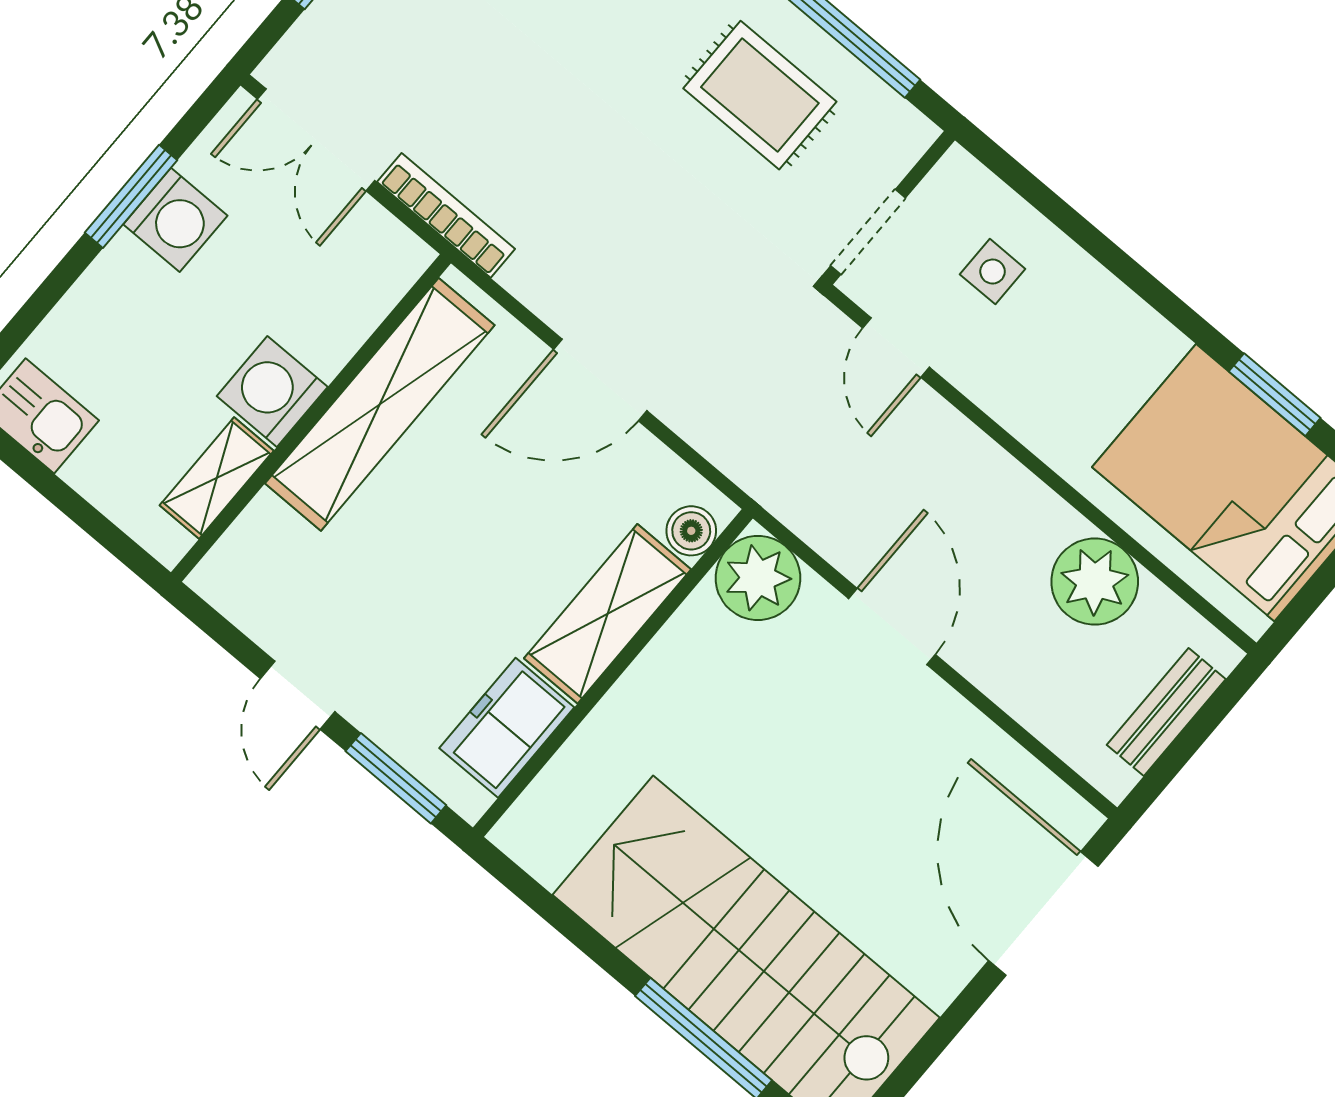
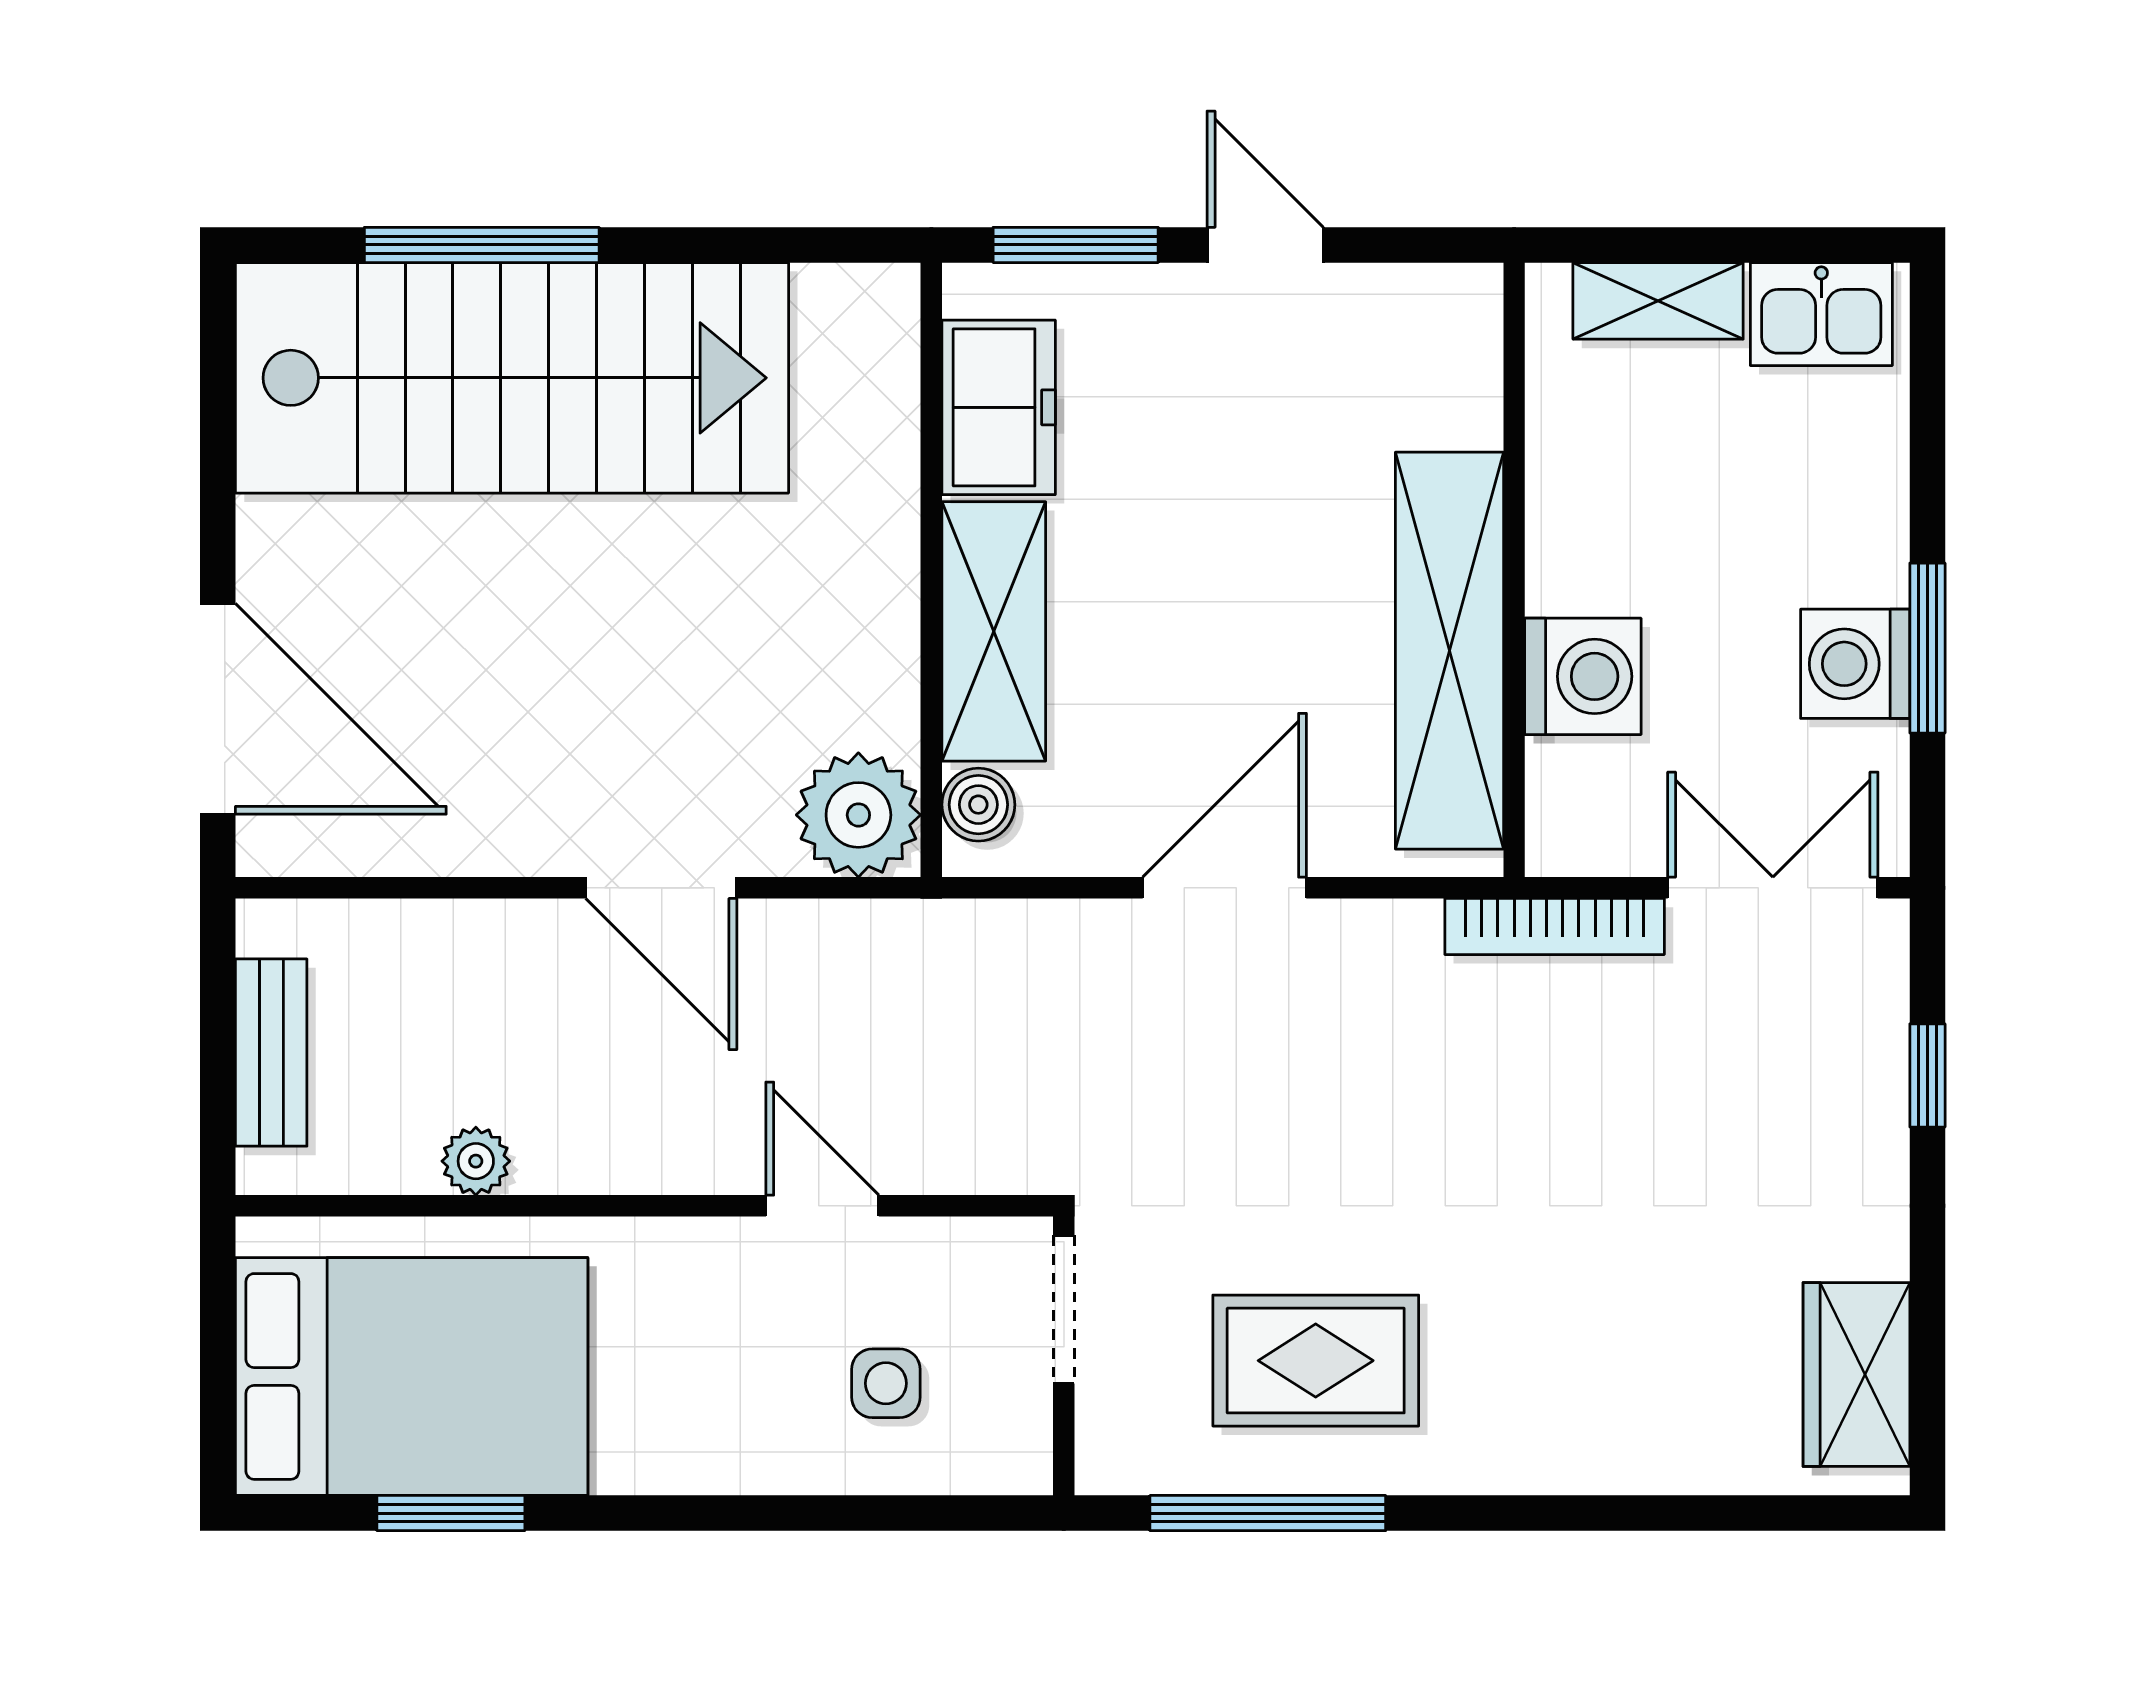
door: (896, 348) -> (822, 1206), moved
washing machine: (272, 391) -> (1583, 676), moved
shelving: (217, 478) -> (1658, 301), moved, turned 90
plant: (1095, 582) -> (476, 1161), width x0.53, depth x0.53

